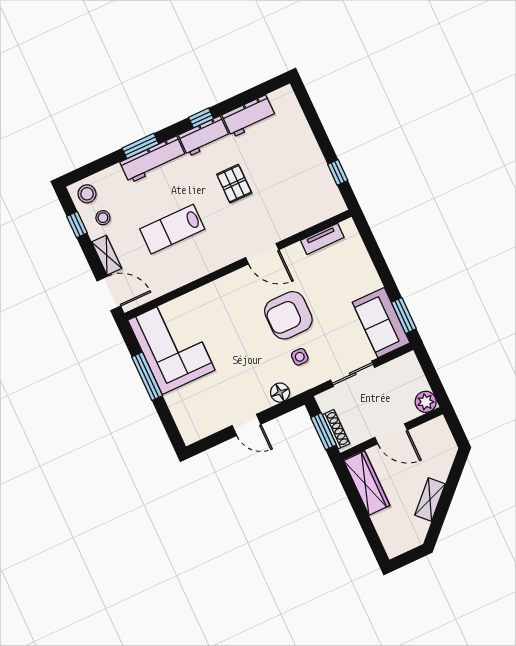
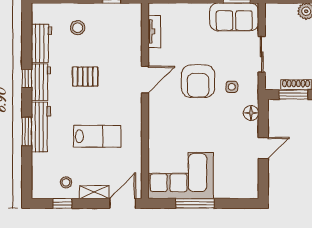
stool: (87, 194) -> (78, 28), moved
lab bench: (172, 229) -> (97, 136), turned -90

